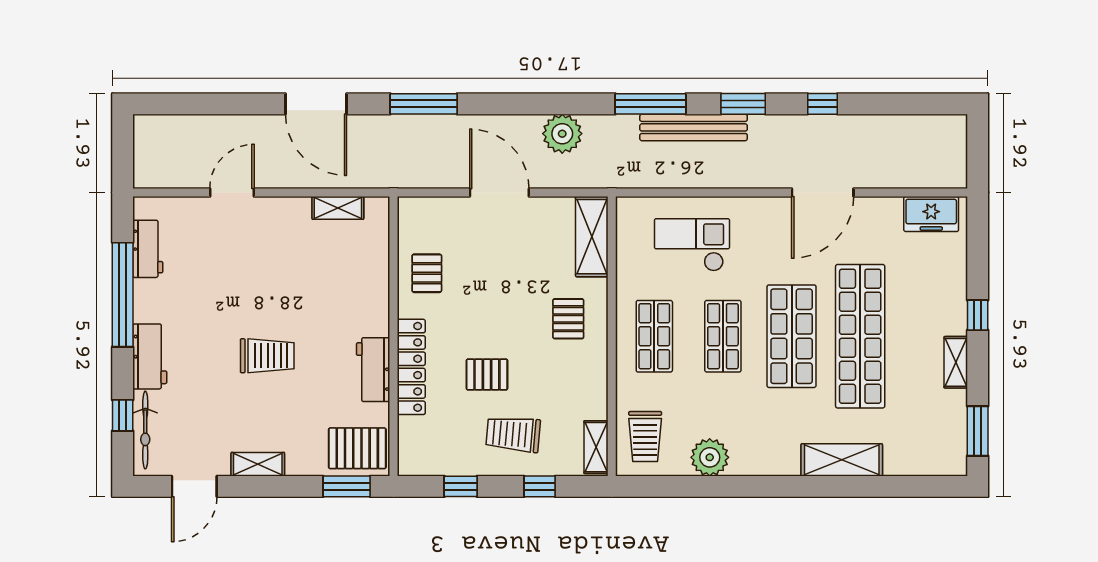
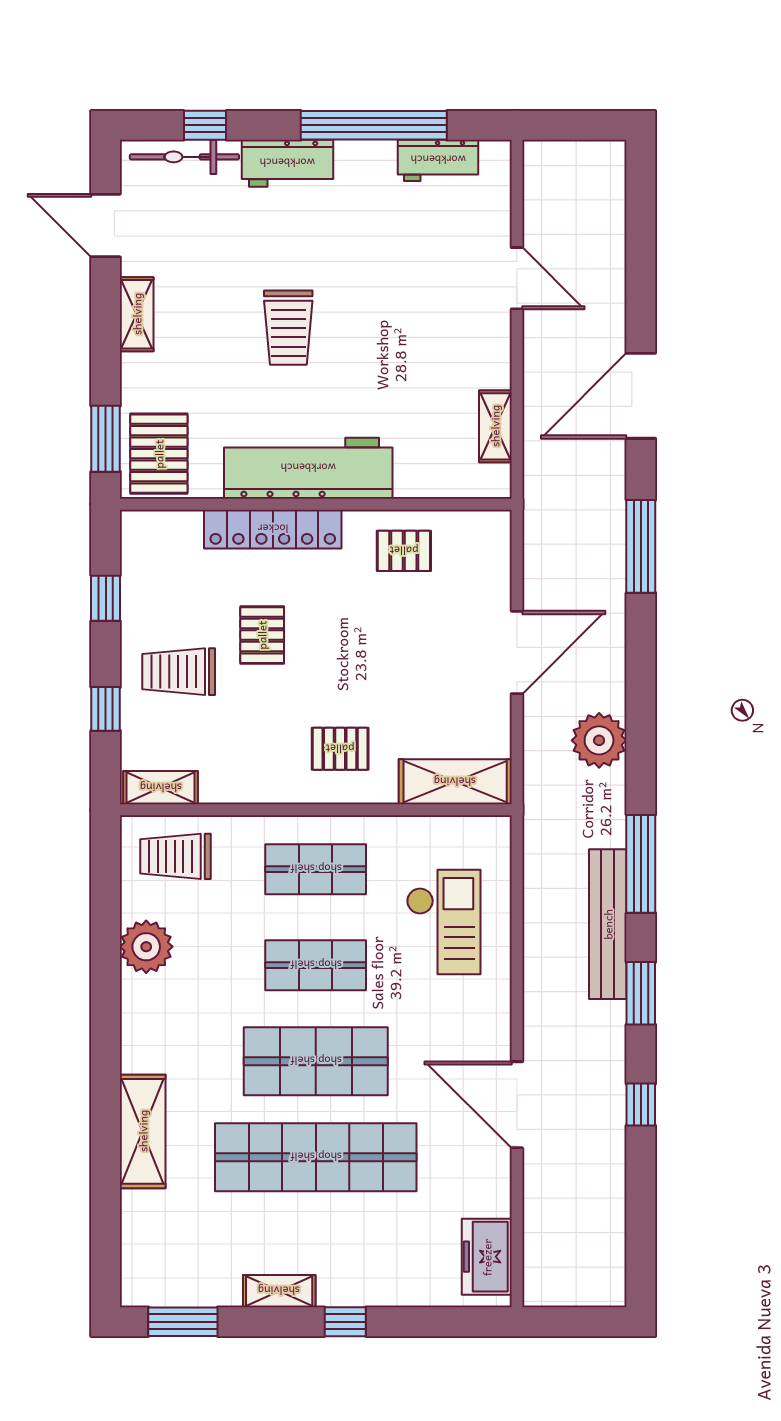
workbench: (373, 370) -> (308, 468), width x1.88, depth x1.32
trolley: (513, 434) -> (179, 672), turned -95

